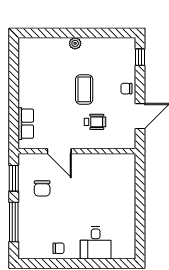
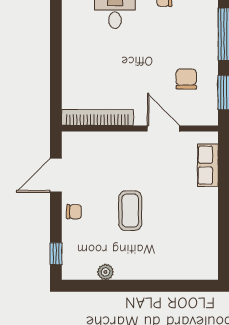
plant: (75, 43) -> (105, 272), moved
wheelchair: (95, 122) -> (116, 168), removed
bookcase: (109, 159) -> (97, 117), added

